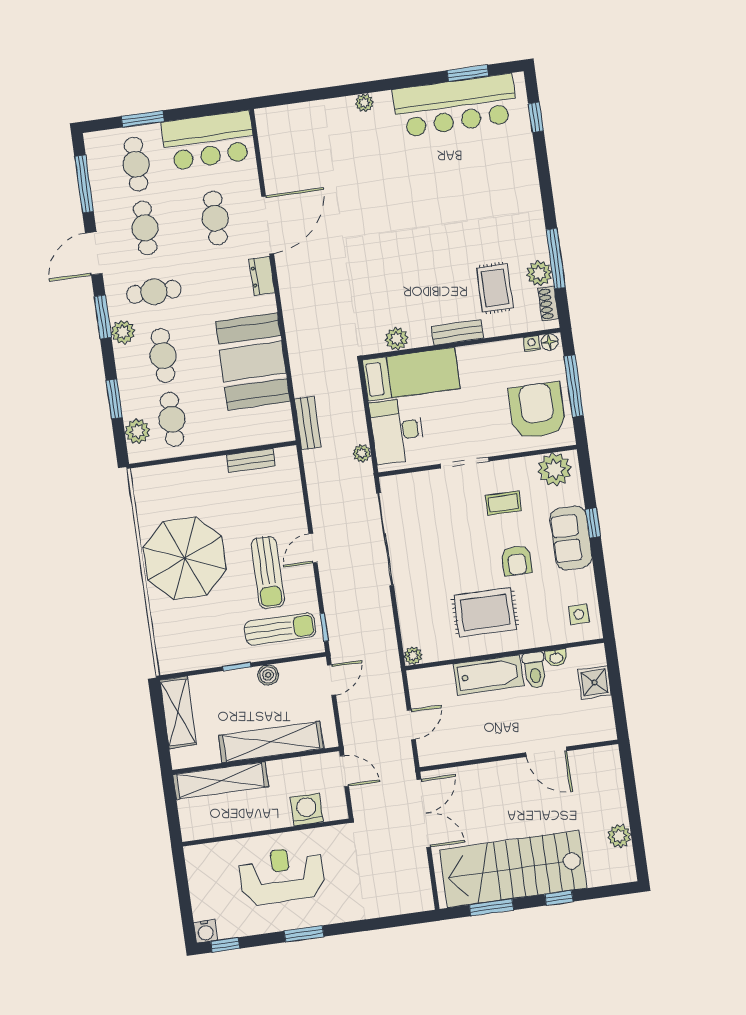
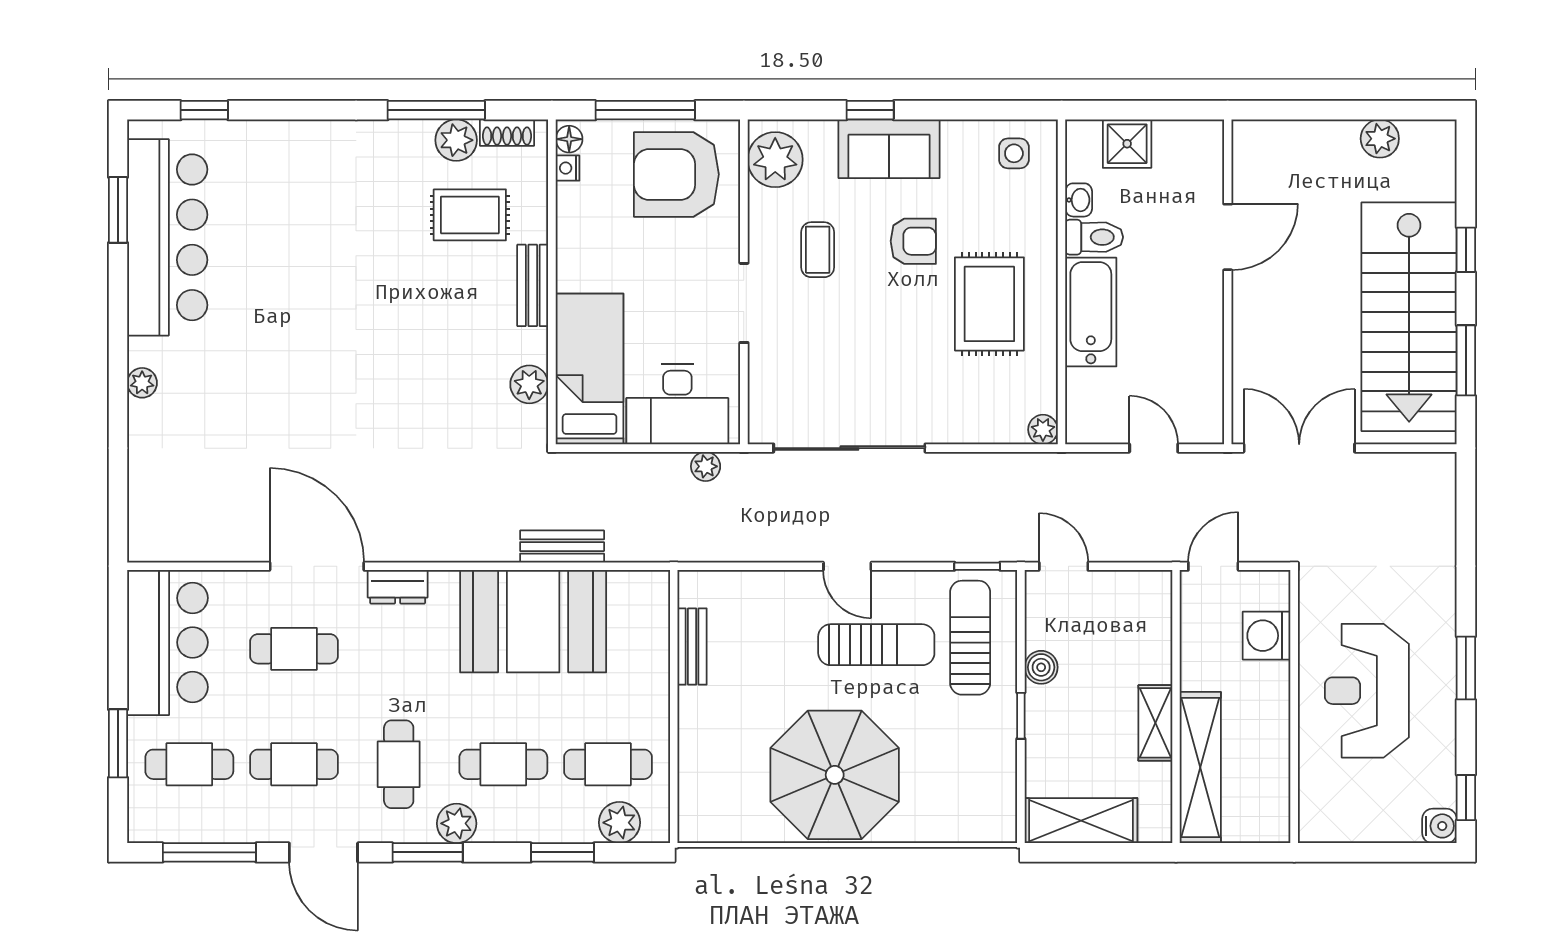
bench: (308, 423) -> (562, 547), moved
shelving: (271, 742) -> (1155, 723), width x0.45, depth x0.75

